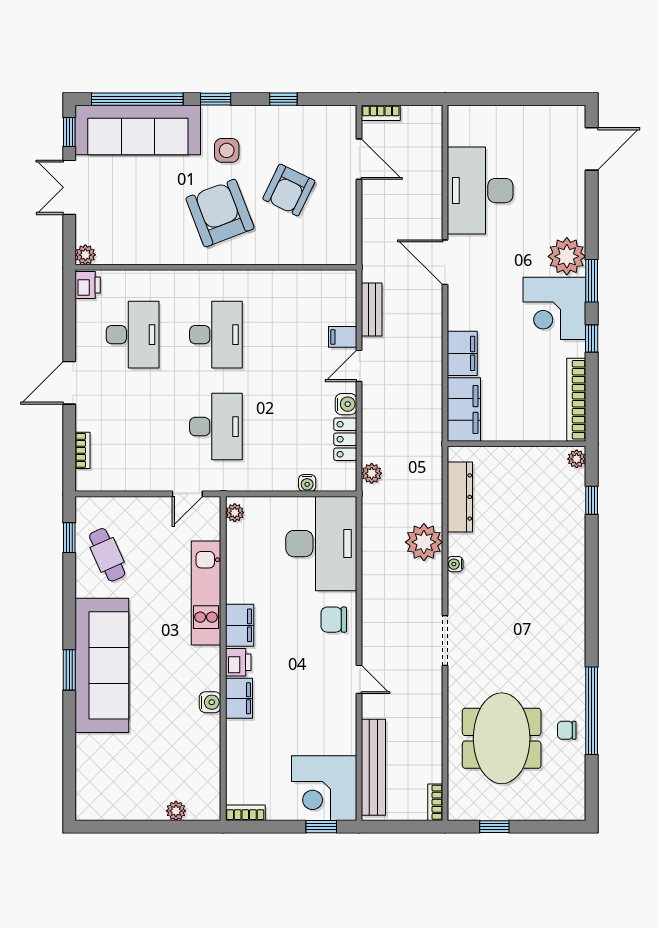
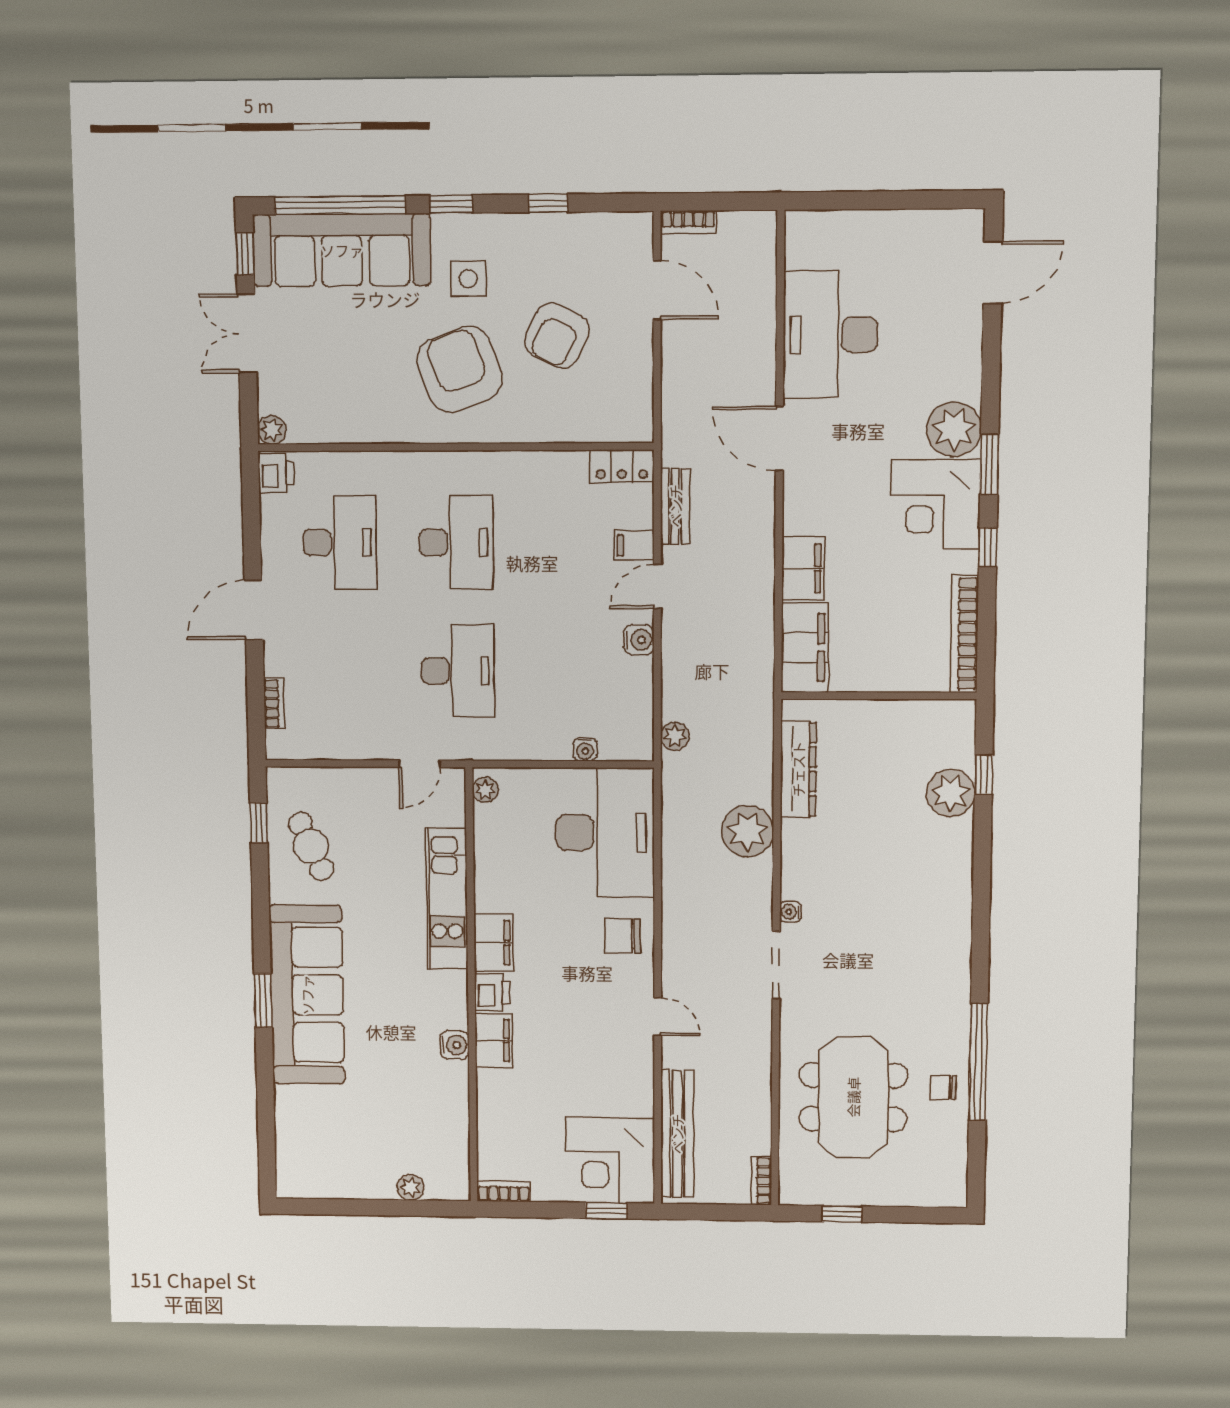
locker: (345, 439) -> (622, 466), moved, turned -90
plant: (577, 459) -> (951, 793), moved, width x1.87, depth x1.87
water cooler: (455, 564) -> (790, 912), moved

